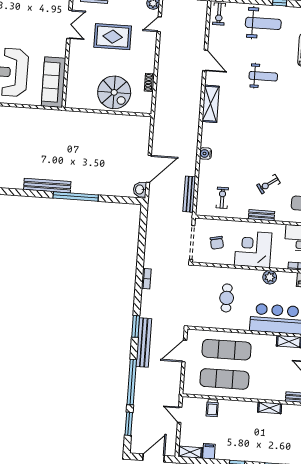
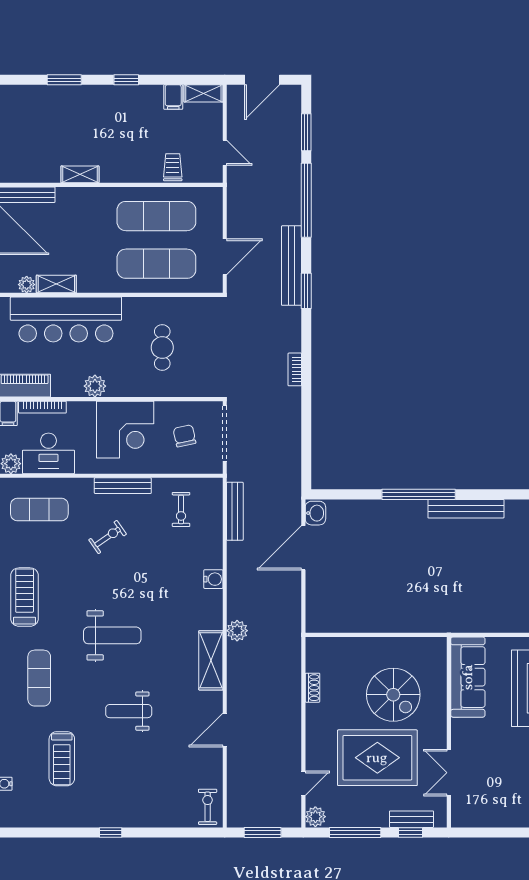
weight bench: (263, 23) -> (112, 635), moved, turned 180
rug: (113, 37) -> (377, 758), width x1.37, depth x1.44
door: (205, 60) -> (225, 730), hinge flipped
spiral stairs: (114, 92) -> (393, 695), moved, turned 180
plant: (193, 121) -> (237, 631), added
bench: (262, 215) -> (123, 486), width x1.36

